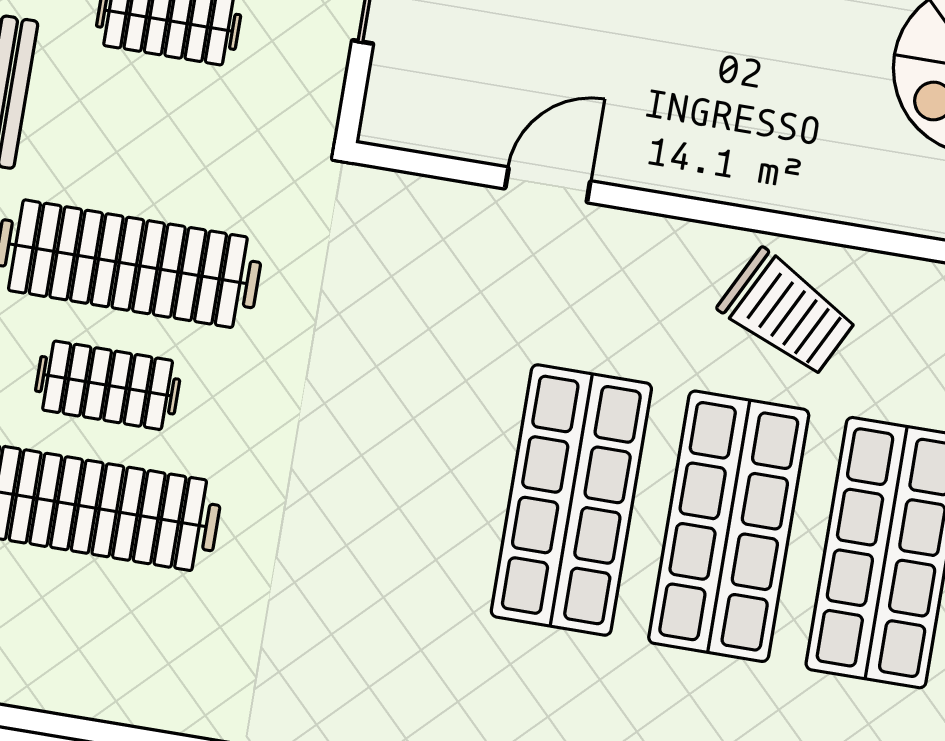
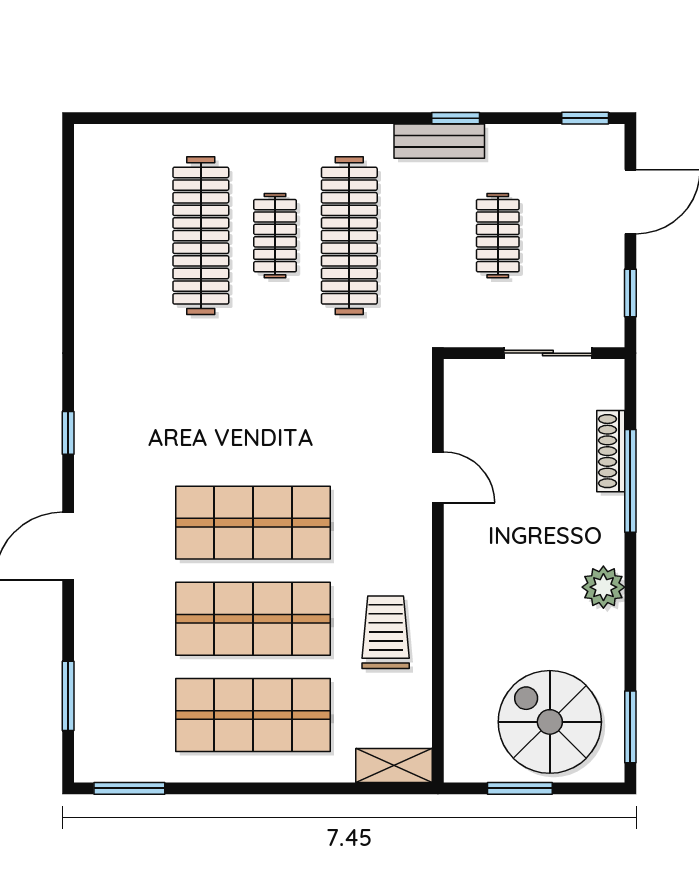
trolley: (787, 313) -> (386, 632), turned 153

